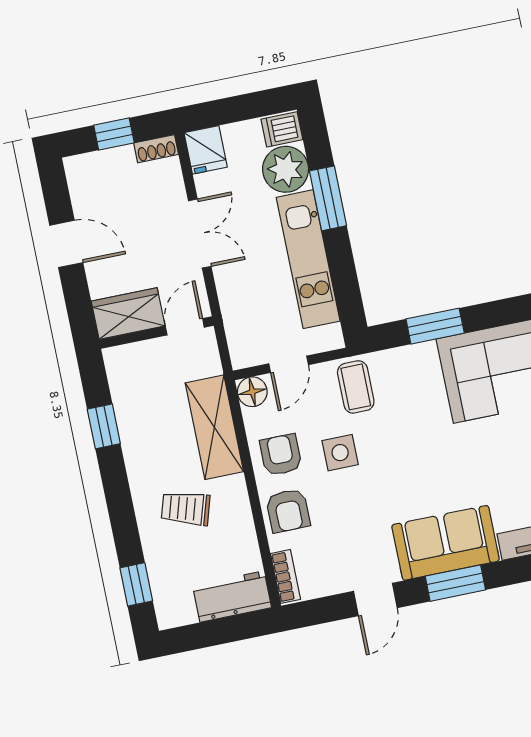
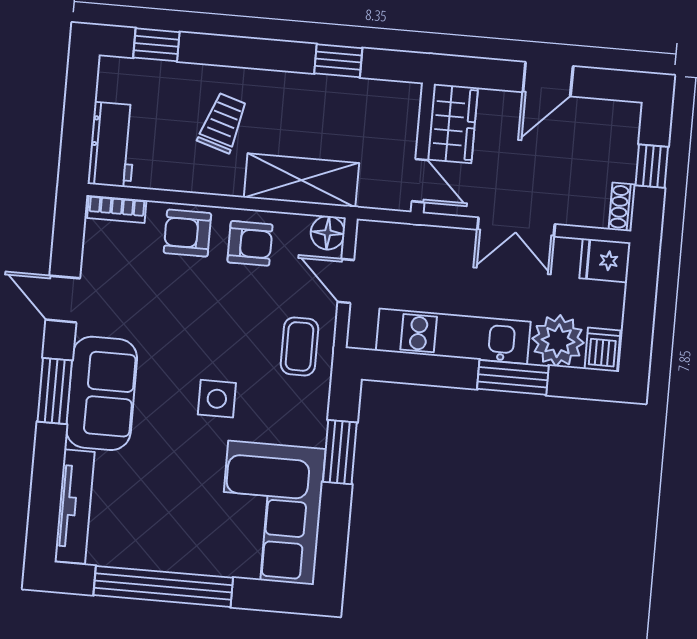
coffee table: (356, 387) -> (299, 346), turned 90
side table: (340, 453) -> (217, 399), moved

